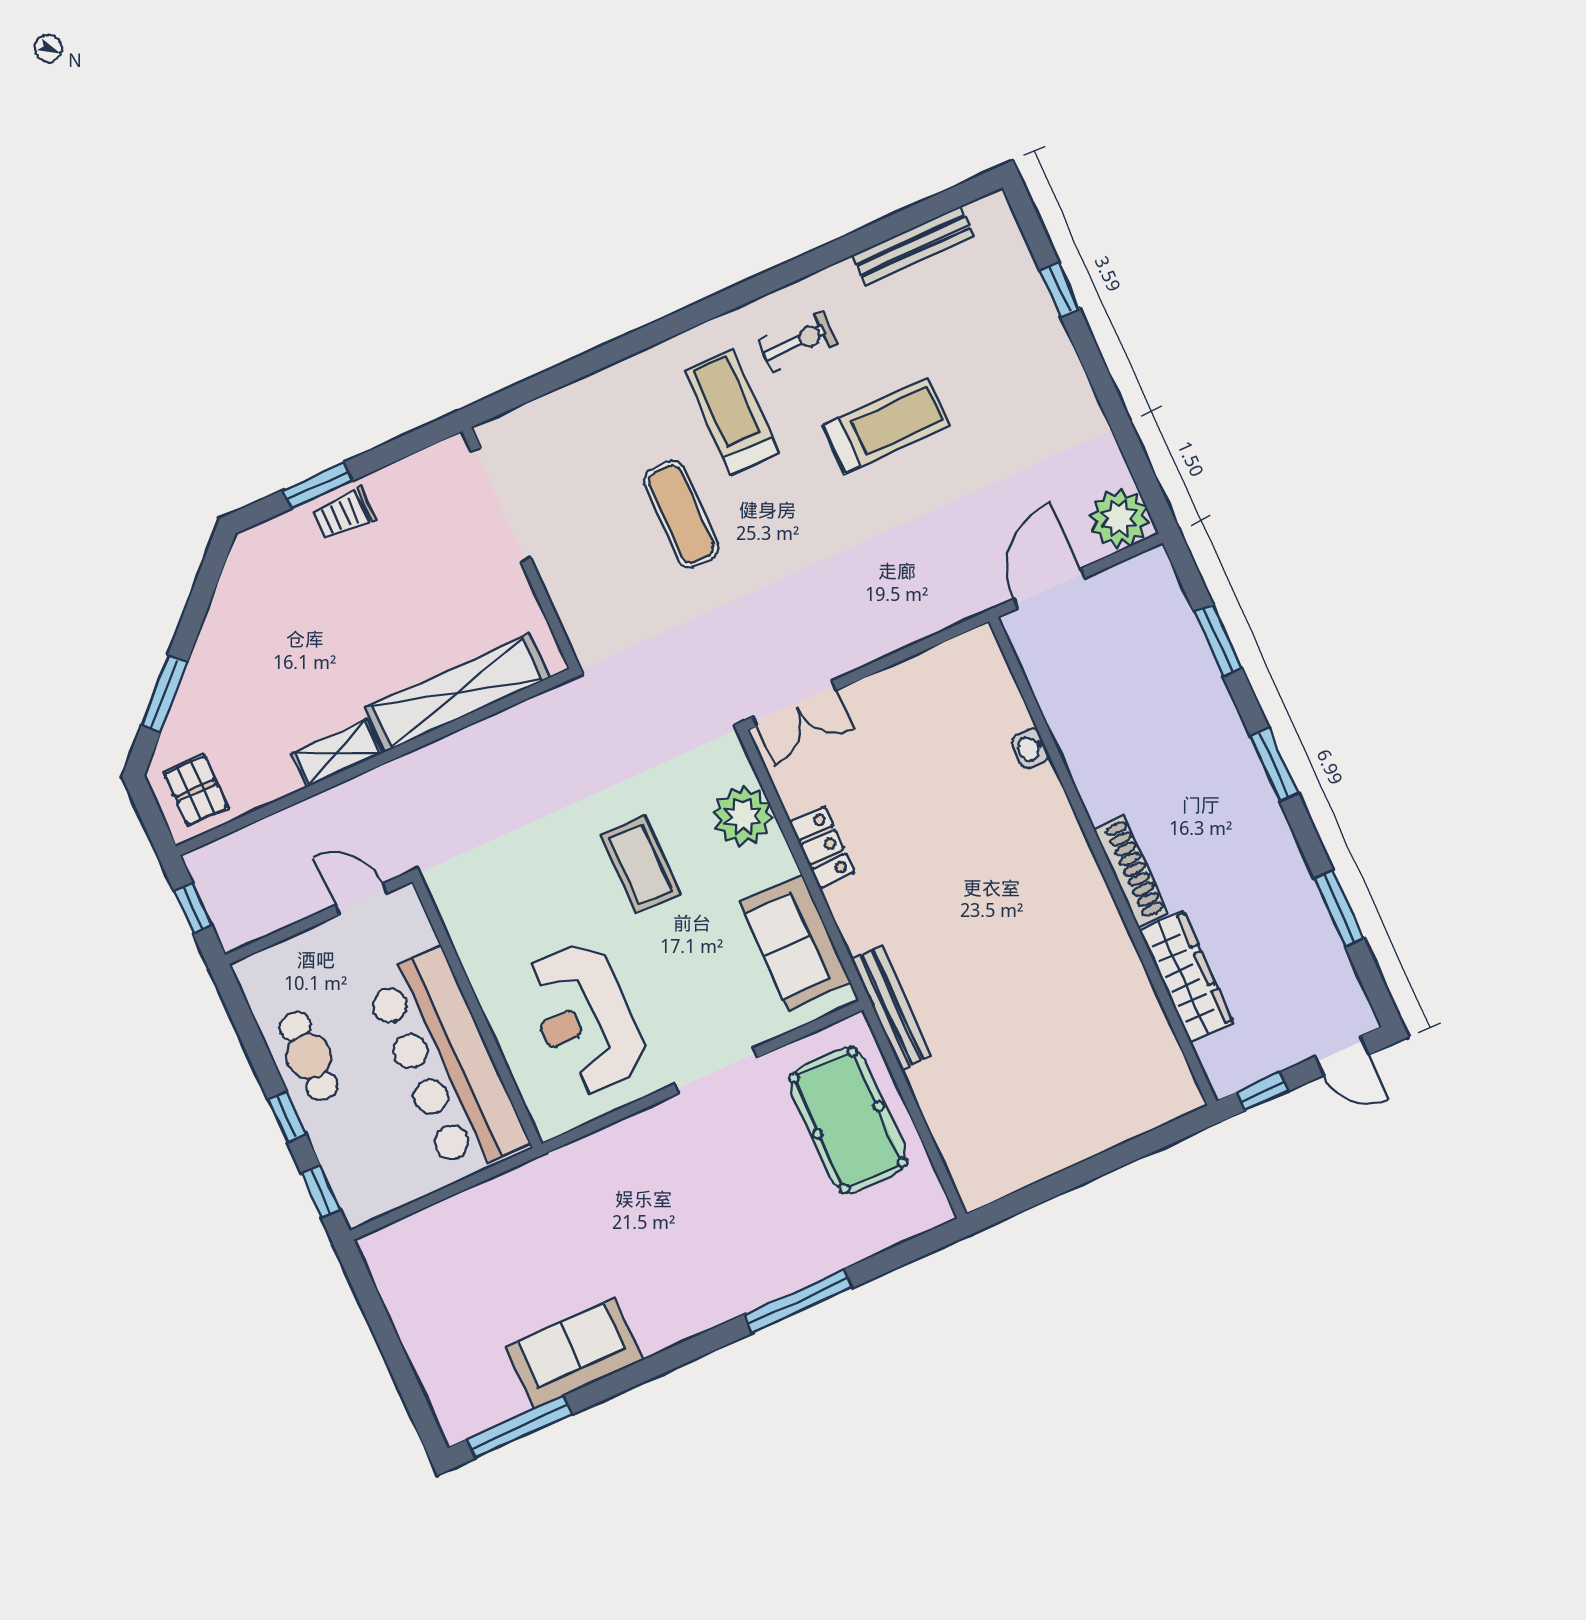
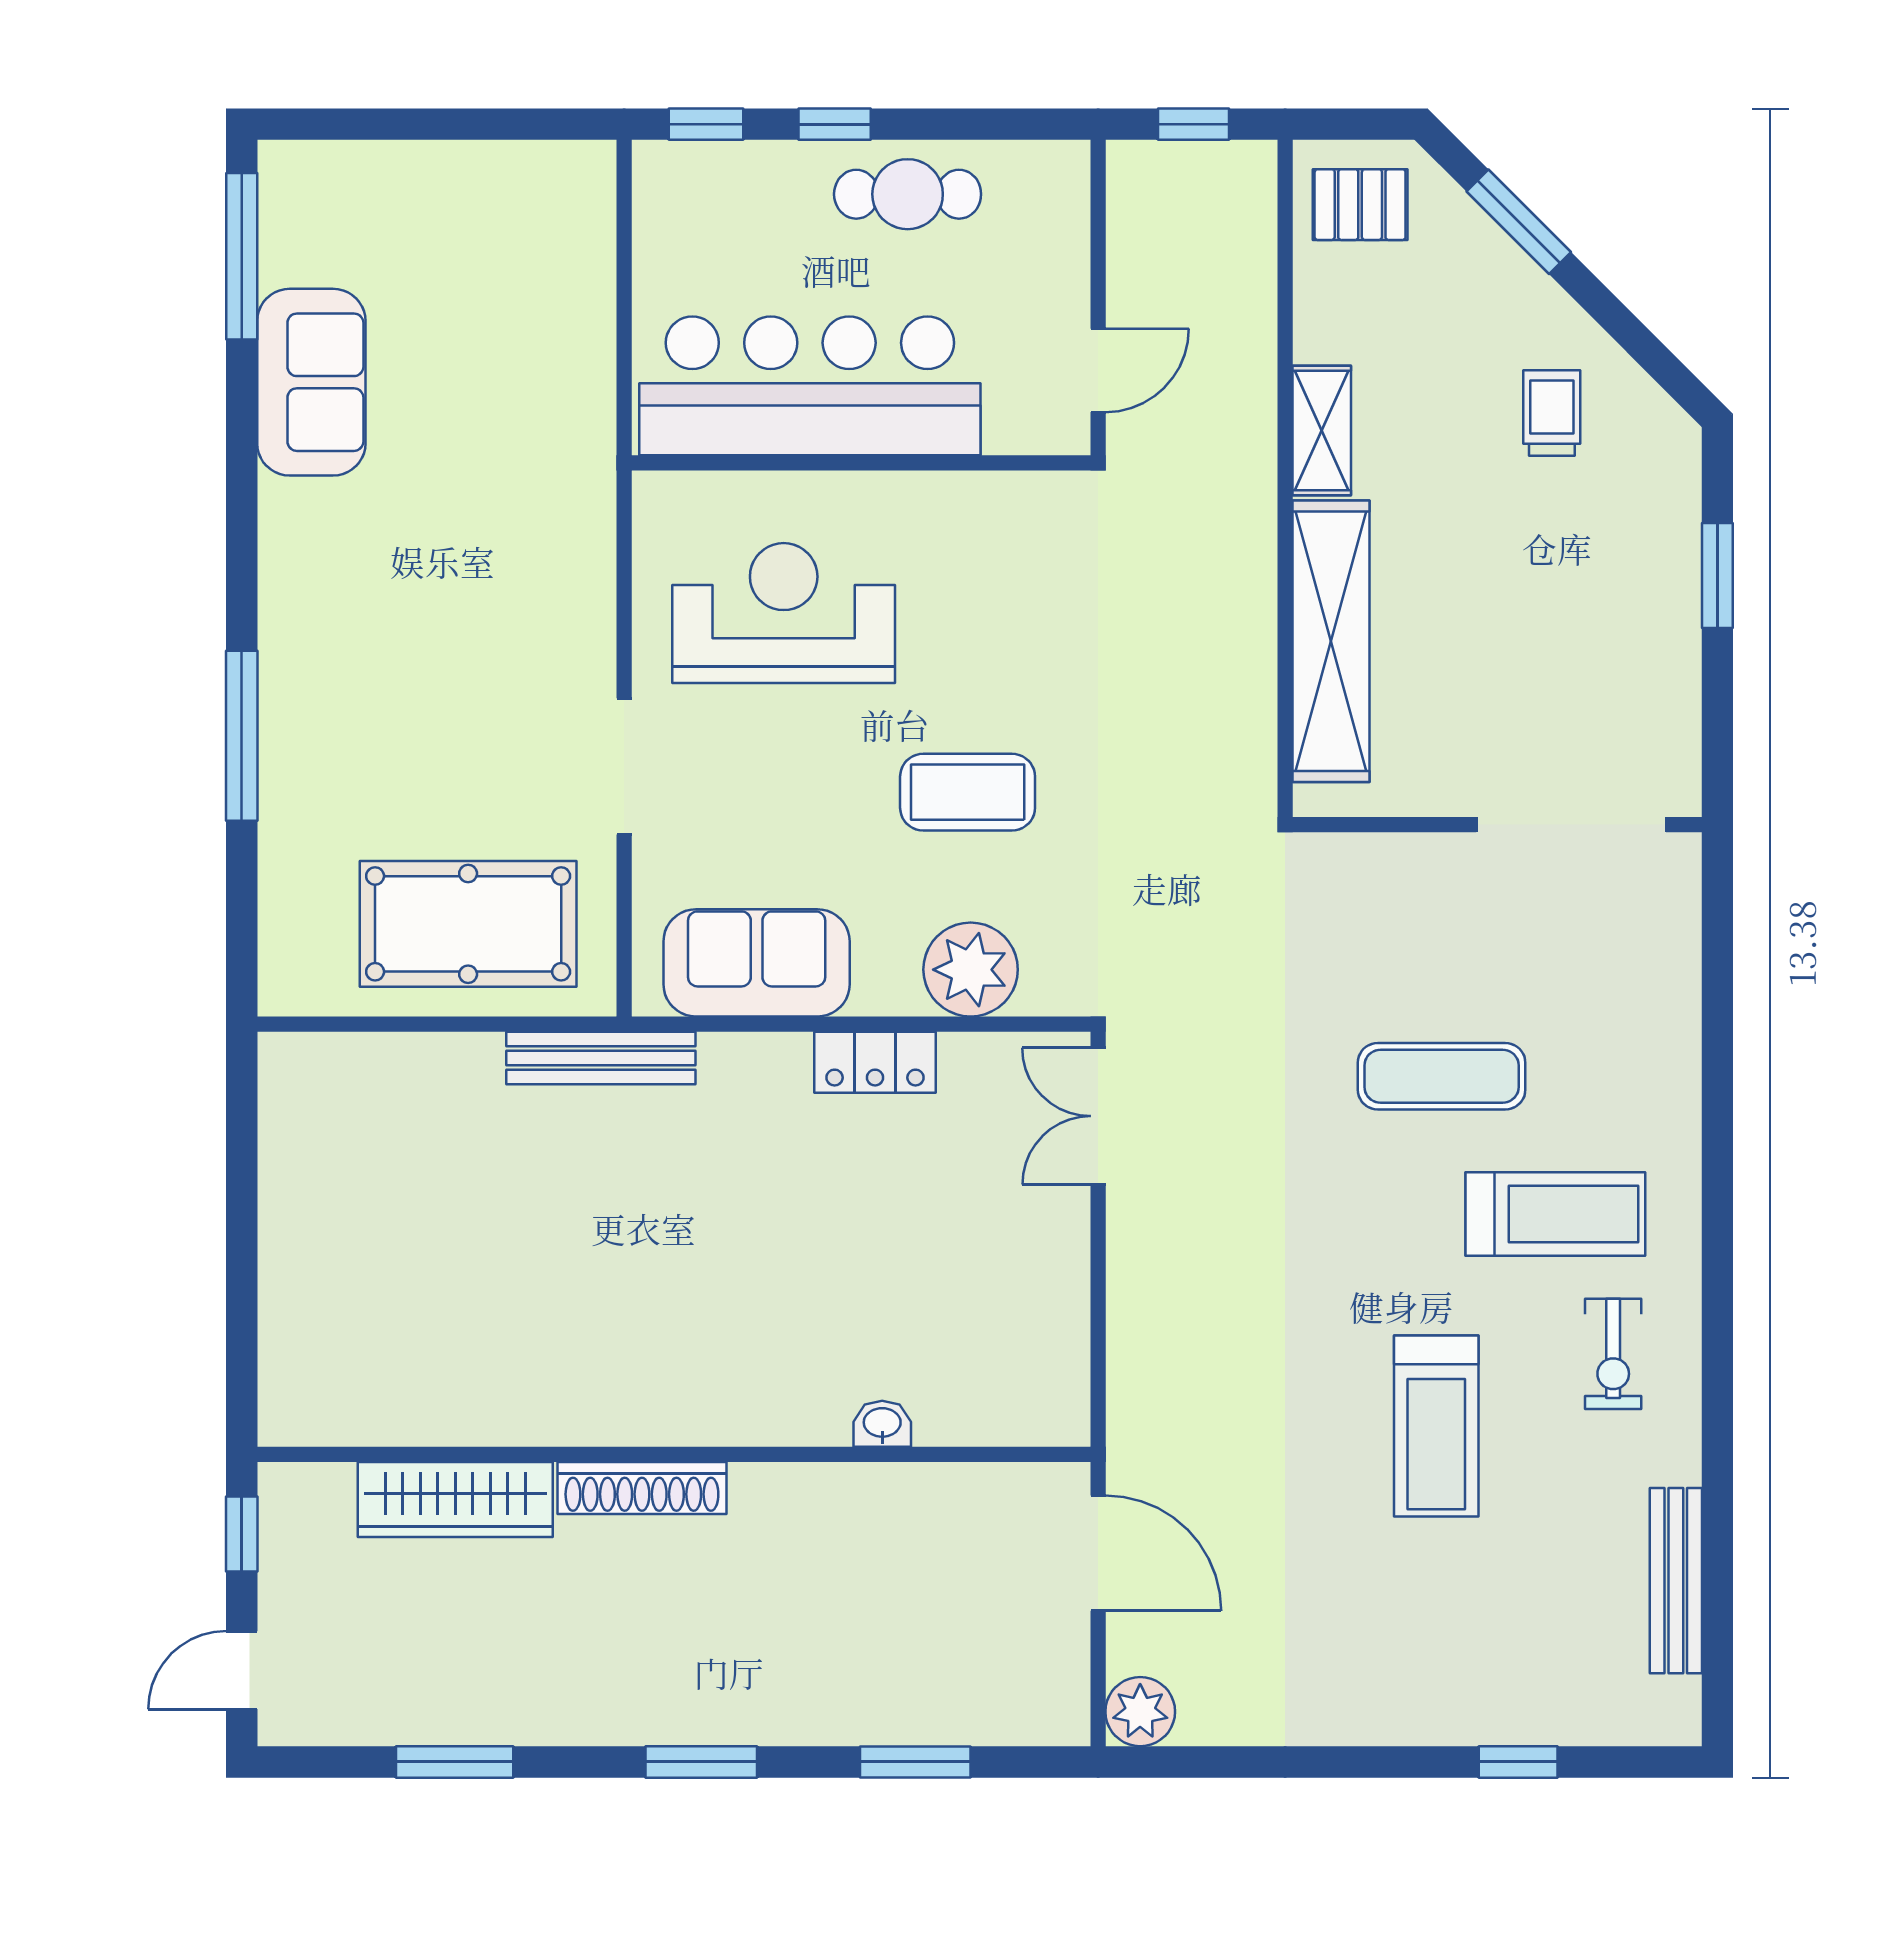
trolley: (344, 514) -> (1552, 413), moved
plant: (1119, 519) -> (1140, 1712), width x0.73, depth x0.73

